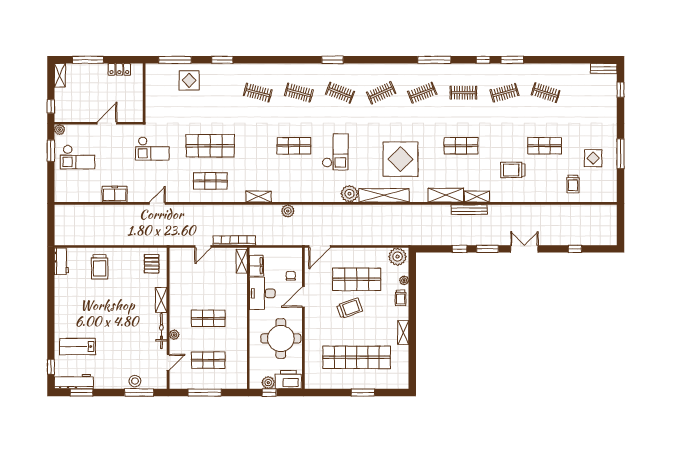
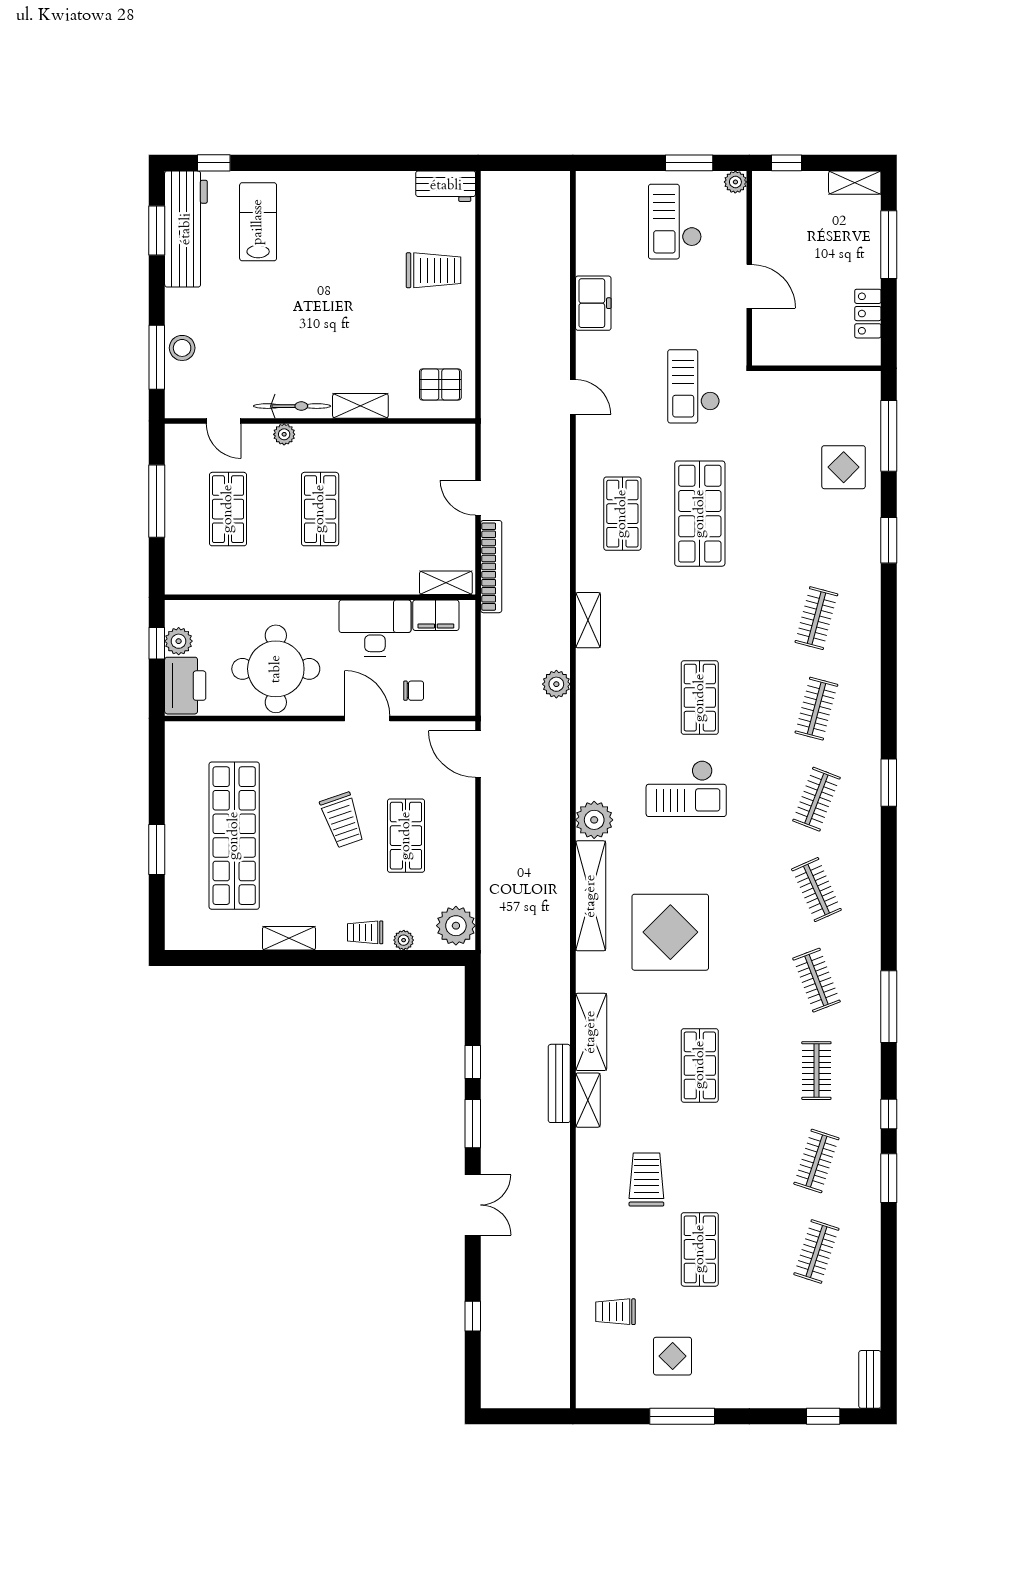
clothes rail: (504, 93) -> (816, 1161), turned 33
trolley: (100, 267) -> (434, 270), turned 180
shop shelf: (357, 279) -> (406, 836), width x0.70, depth x0.74
workbench: (74, 382) -> (186, 229), width x1.36, depth x1.32

